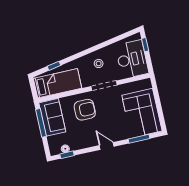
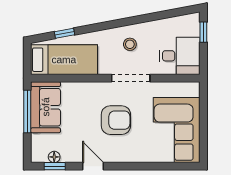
desk: (132, 59) -> (180, 56), width x0.73
armchair: (85, 110) -> (116, 120), moved
window: (139, 139) -> (164, 166), removed
door: (107, 146) -> (93, 166), moved

